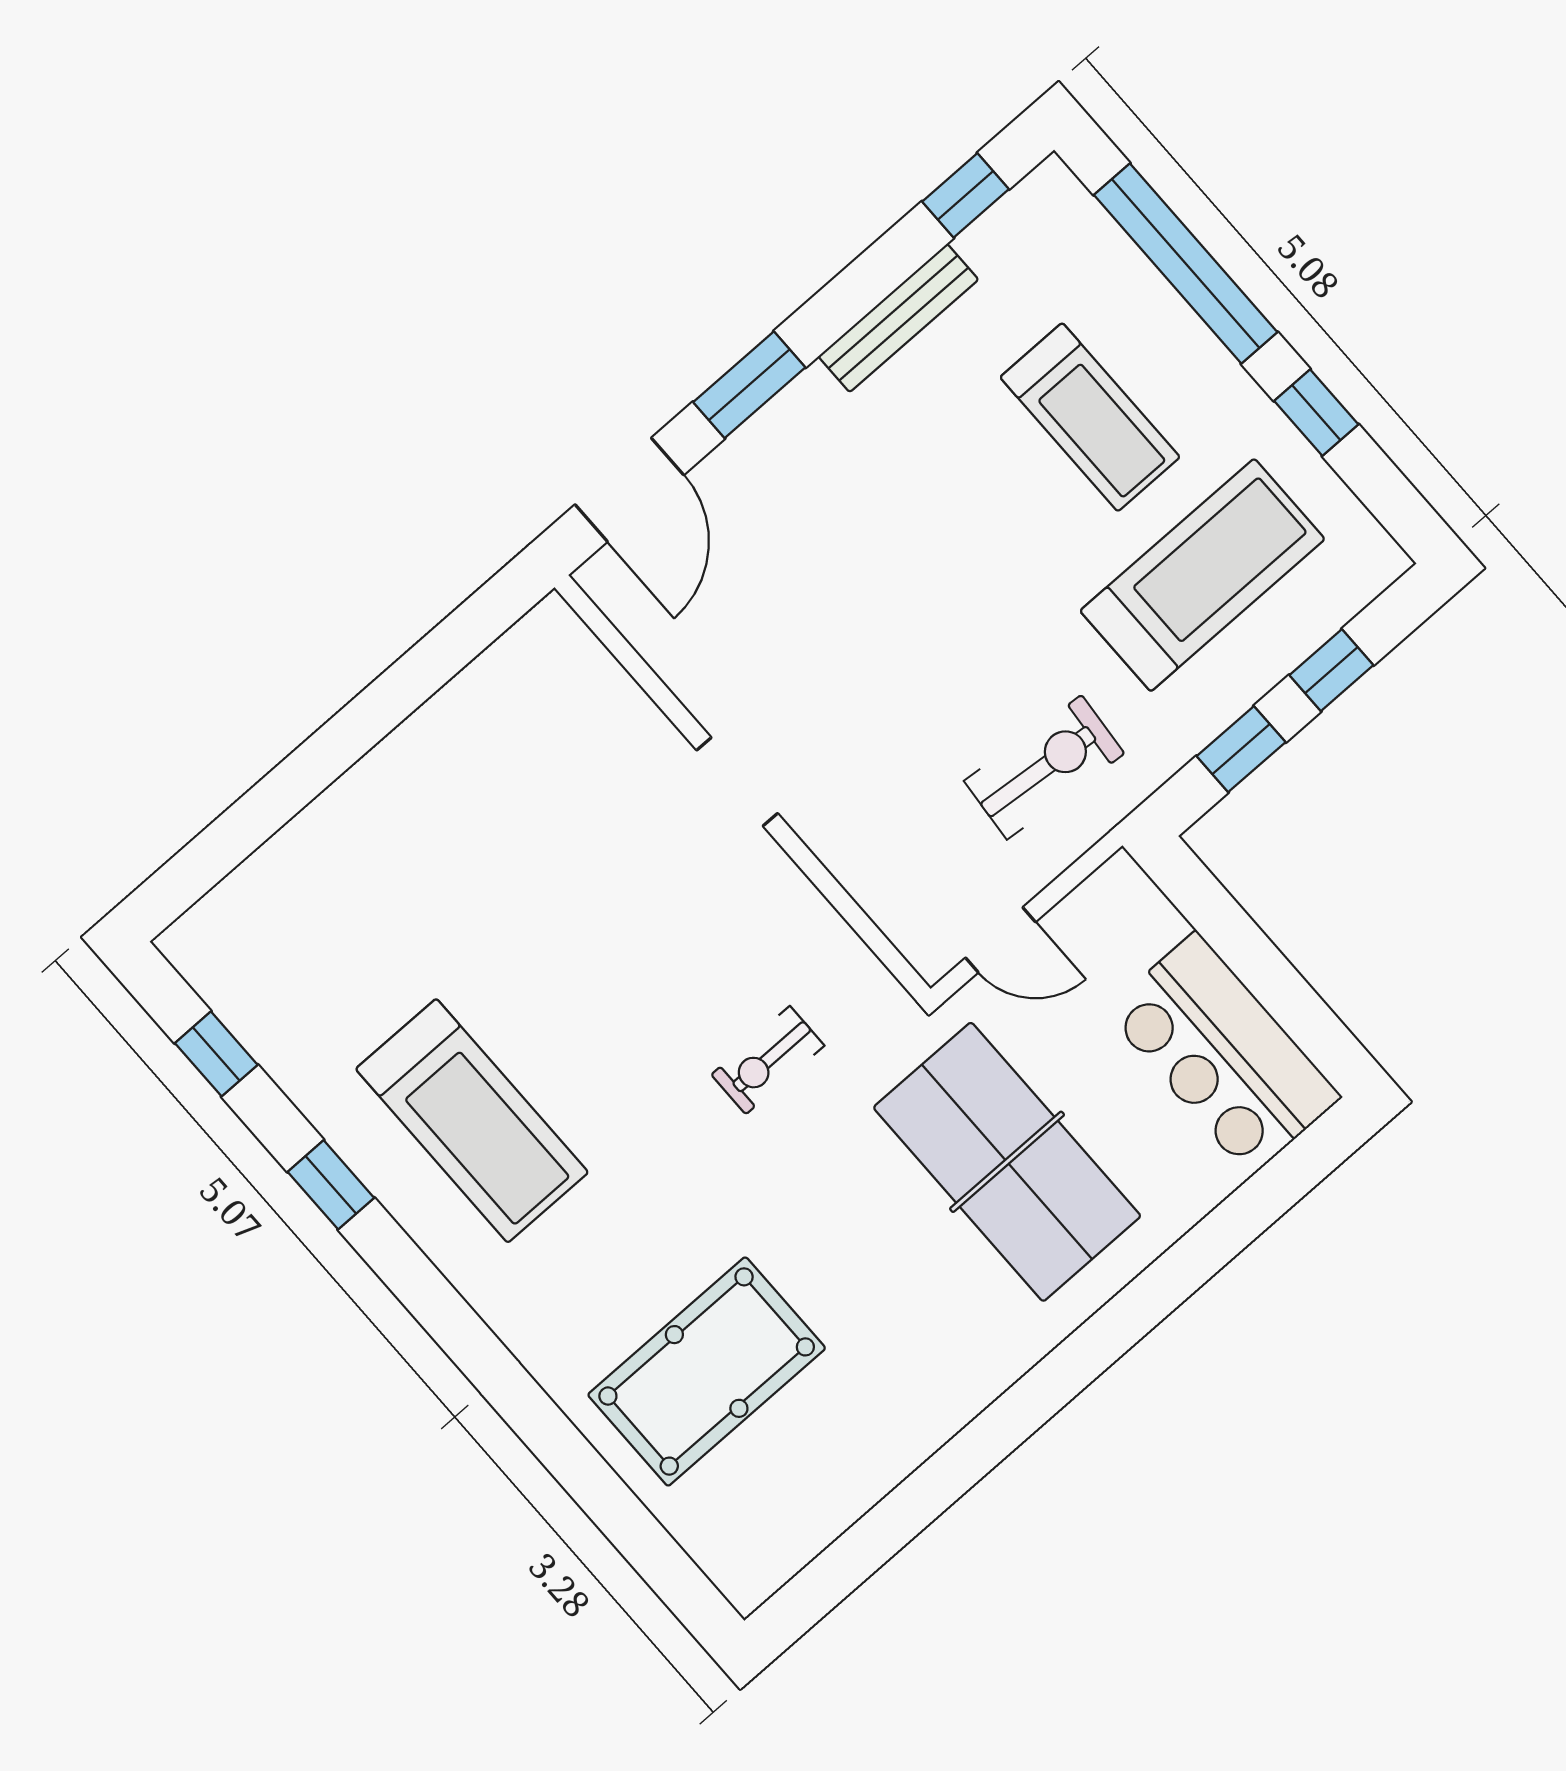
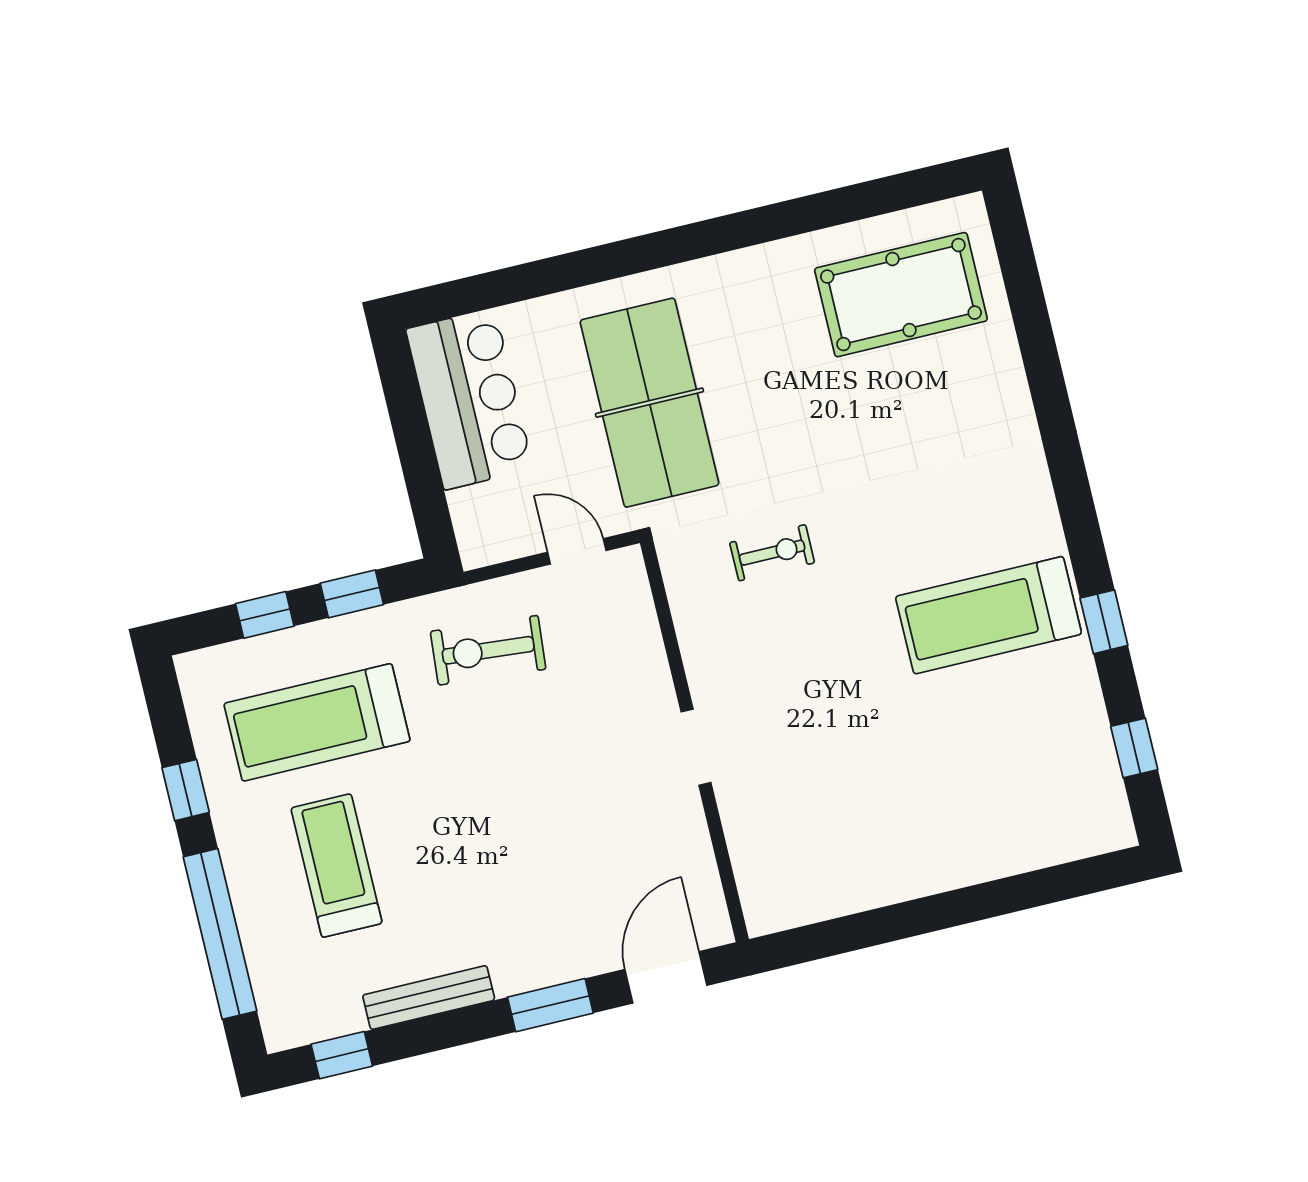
treadmill: (472, 1121) -> (989, 615), turned -90
pool table: (707, 1371) -> (901, 295), moved

